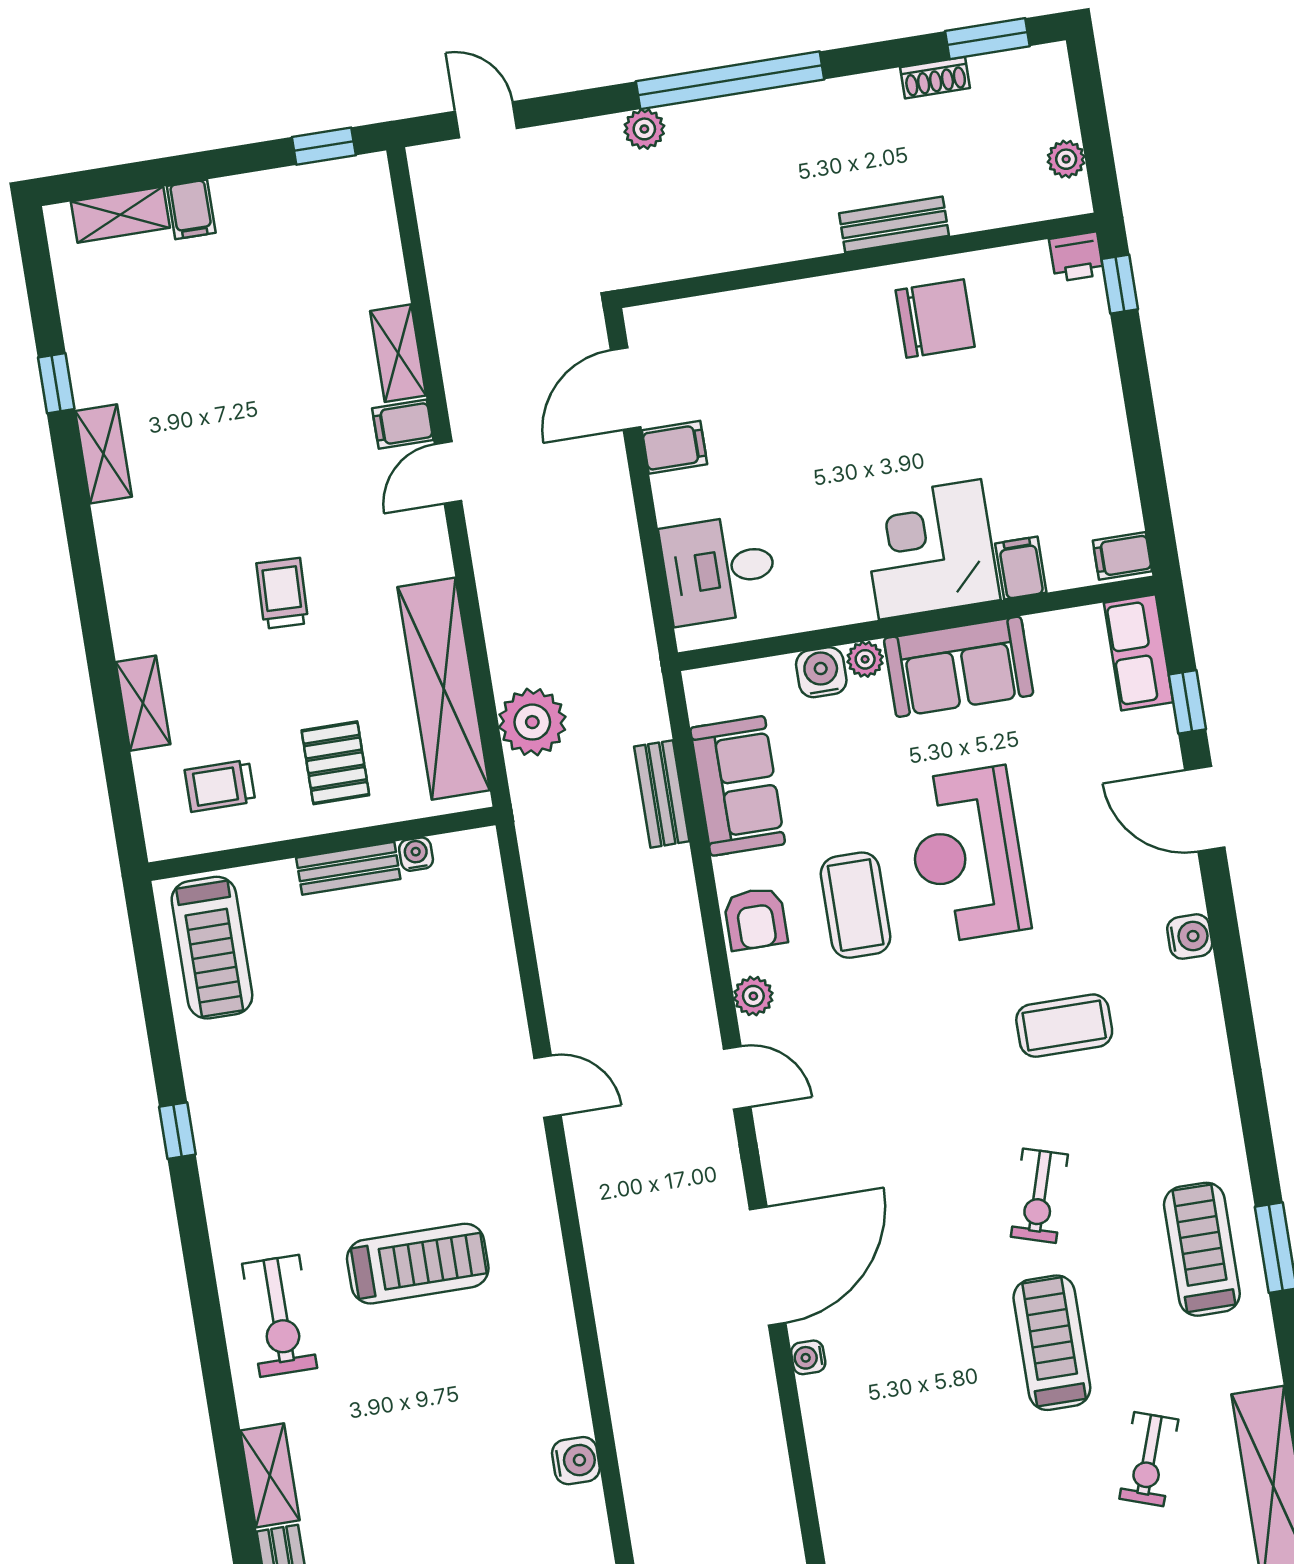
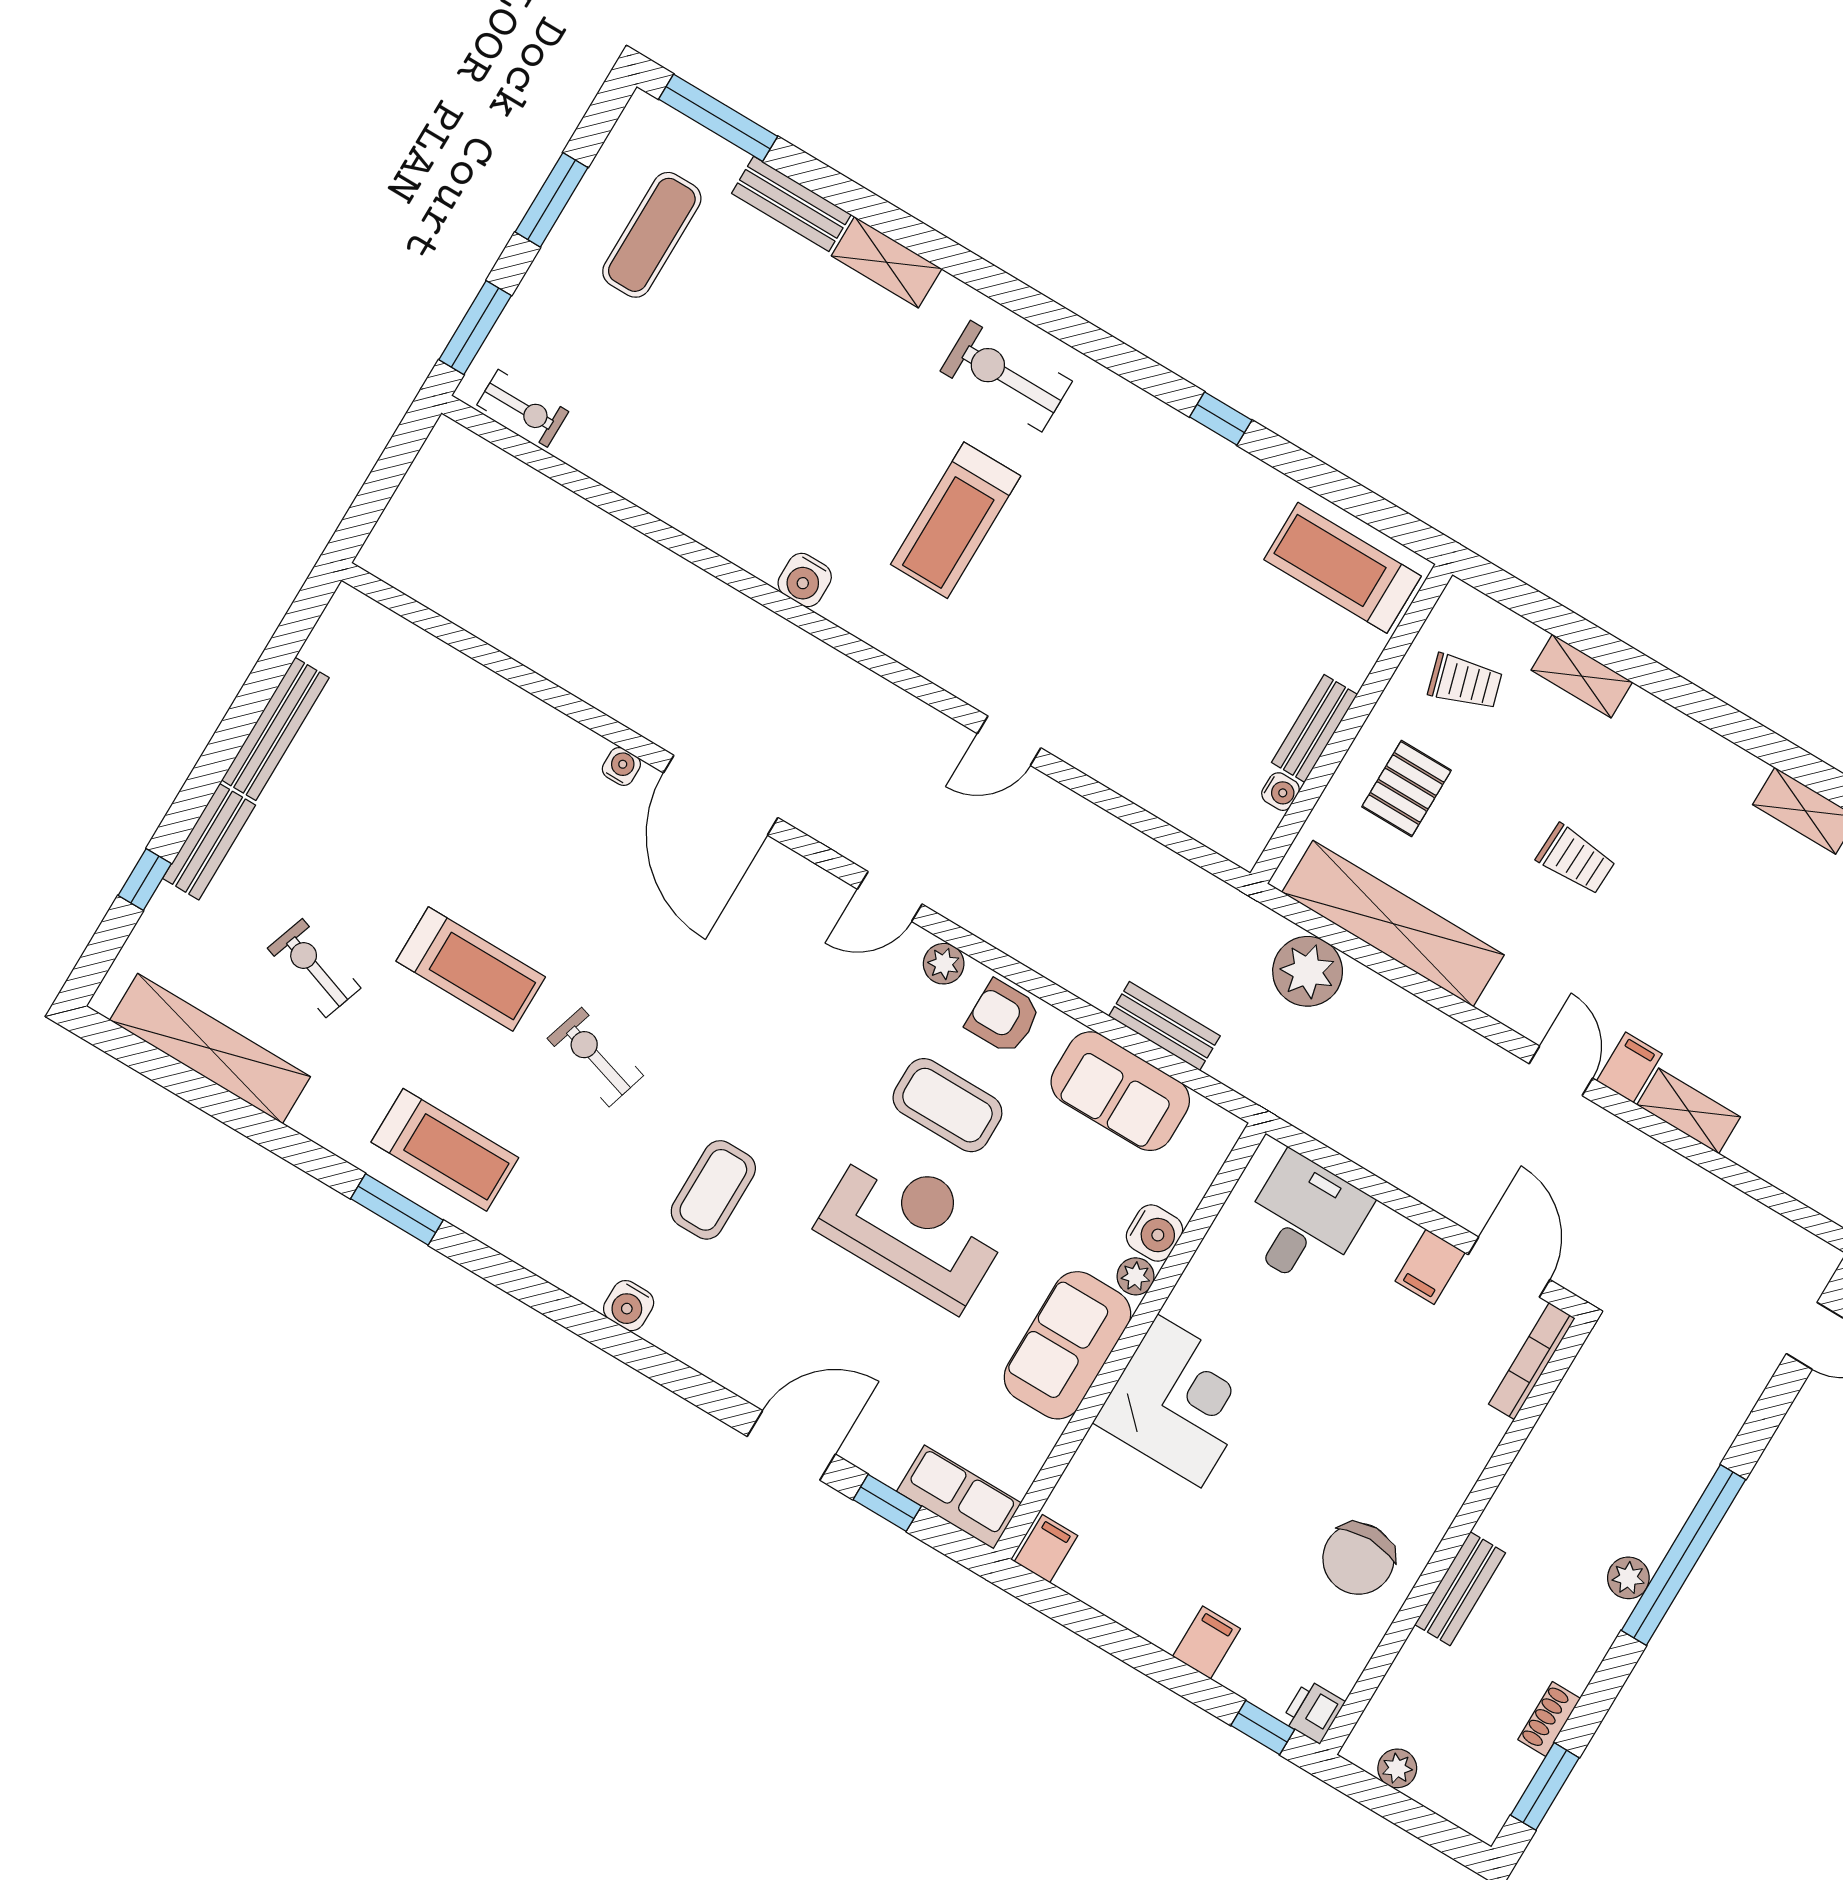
plant: (644, 129) -> (1628, 1578), moved
bookcase: (681, 313) -> (1532, 1361), added
filing cabinet: (1021, 568) -> (1206, 1642), moved, turned -90
pallet: (335, 763) -> (1406, 789), turned 90
trolley: (220, 786) -> (1465, 682), turned 74
water cooler: (1190, 937) -> (629, 1306), moved
water cooler: (576, 1461) -> (805, 580), moved

